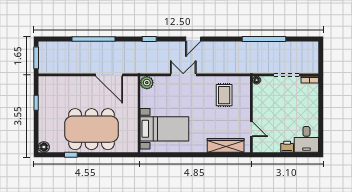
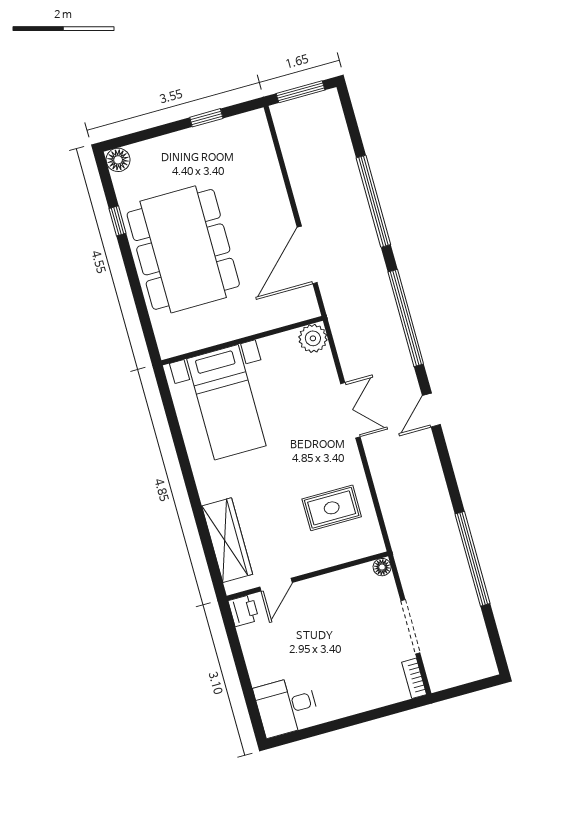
window: (149, 39) -> (406, 318), width x3.17
door: (193, 39) -> (431, 410), hinge flipped
printer: (287, 147) -> (244, 610), moved

